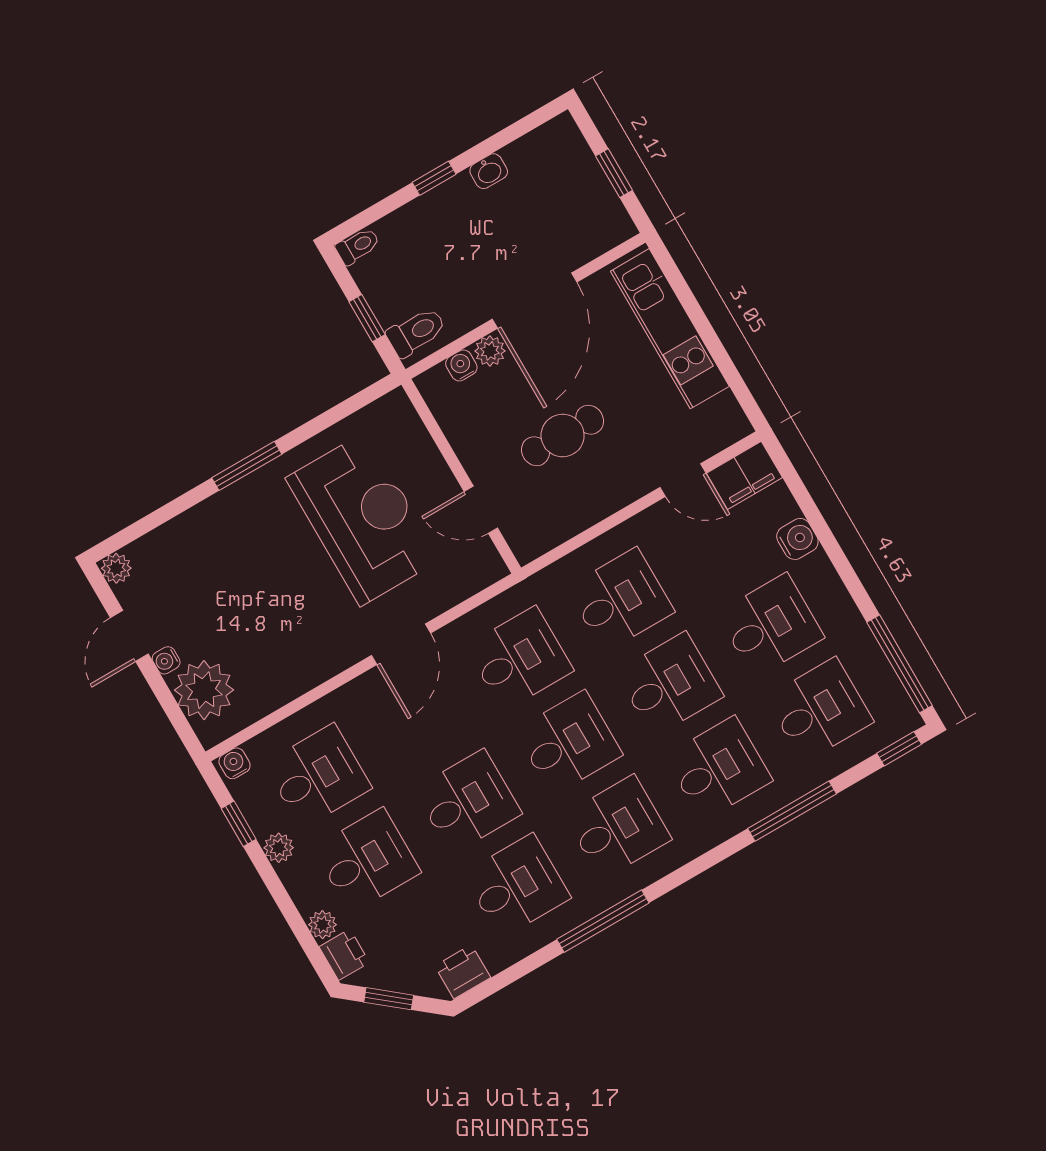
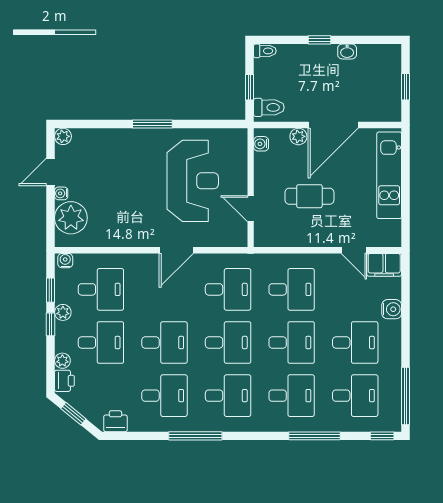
water cooler: (461, 365) -> (261, 144), moved, turned -90
window: (270, 878) -> (51, 324), added

